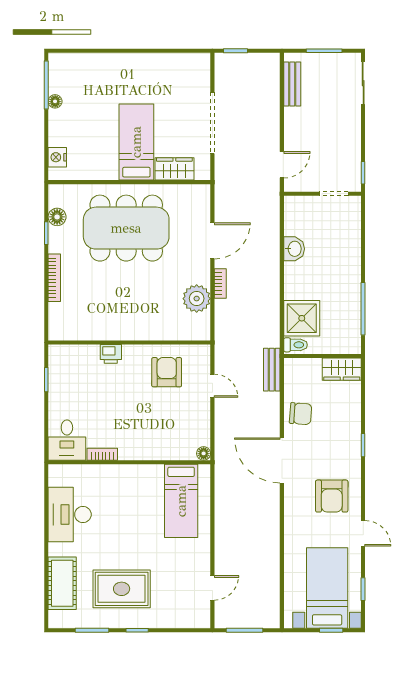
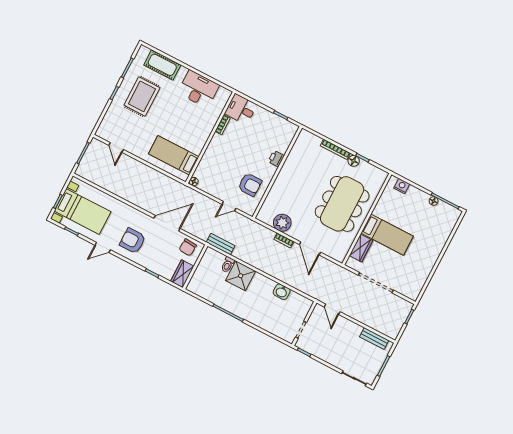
floor lamp: (57, 217) -> (354, 161), moved
wall: (322, 356) -> (195, 267), moved
wardrobe: (342, 369) -> (182, 274), moved

